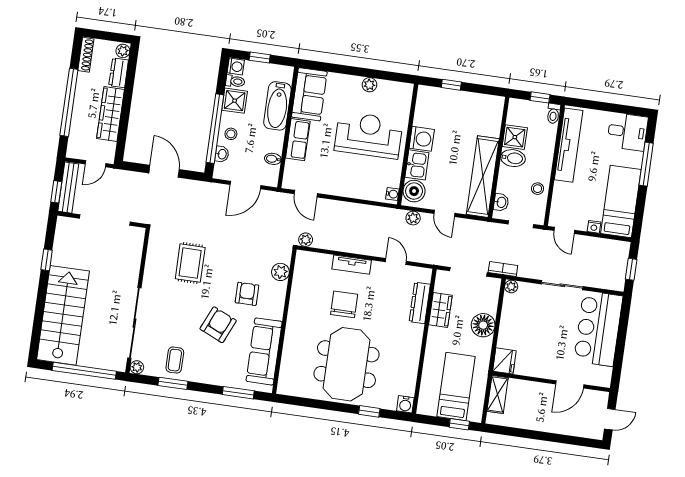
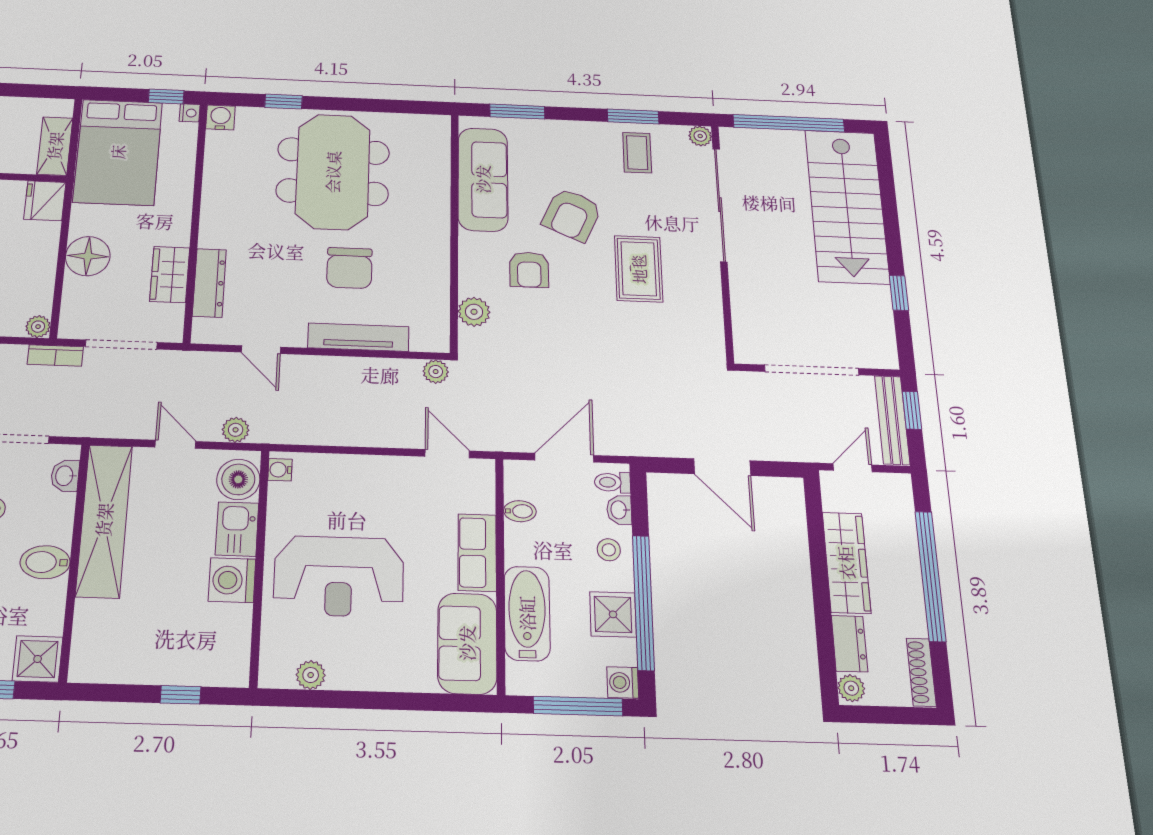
window: (260, 58) -> (578, 706), width x2.17
toilet: (235, 81) -> (612, 482), moved
plant: (369, 85) -> (311, 675), moved
window: (215, 129) -> (643, 602), moved
shower: (515, 137) -> (38, 659), moved
rug: (190, 263) -> (639, 269), moved
tv unit: (352, 265) -> (358, 337), width x1.41
bed: (456, 386) -> (118, 152), width x1.50
nightstand: (422, 409) -> (190, 113), added
window: (459, 424) -> (166, 96), moved

